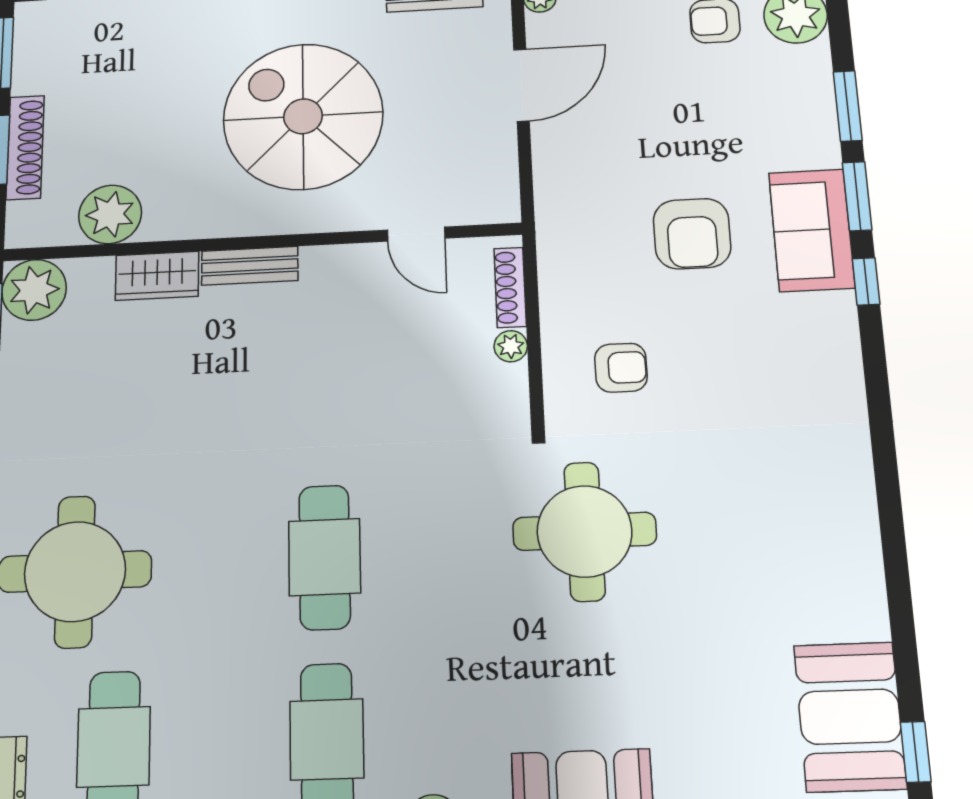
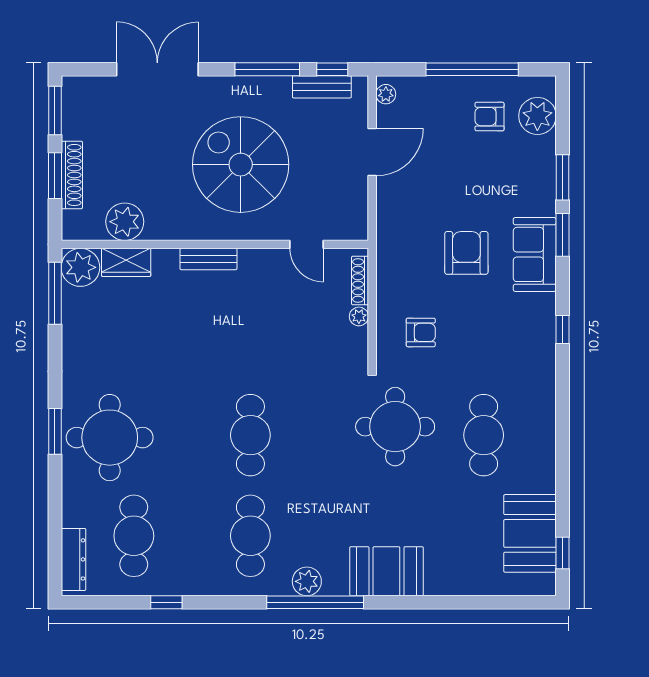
armchair: (692, 234) -> (466, 253), turned 180
wardrobe: (157, 276) -> (126, 262), moved
window: (866, 281) -> (562, 329), moved
cafe table: (747, 540) -> (484, 435), added

